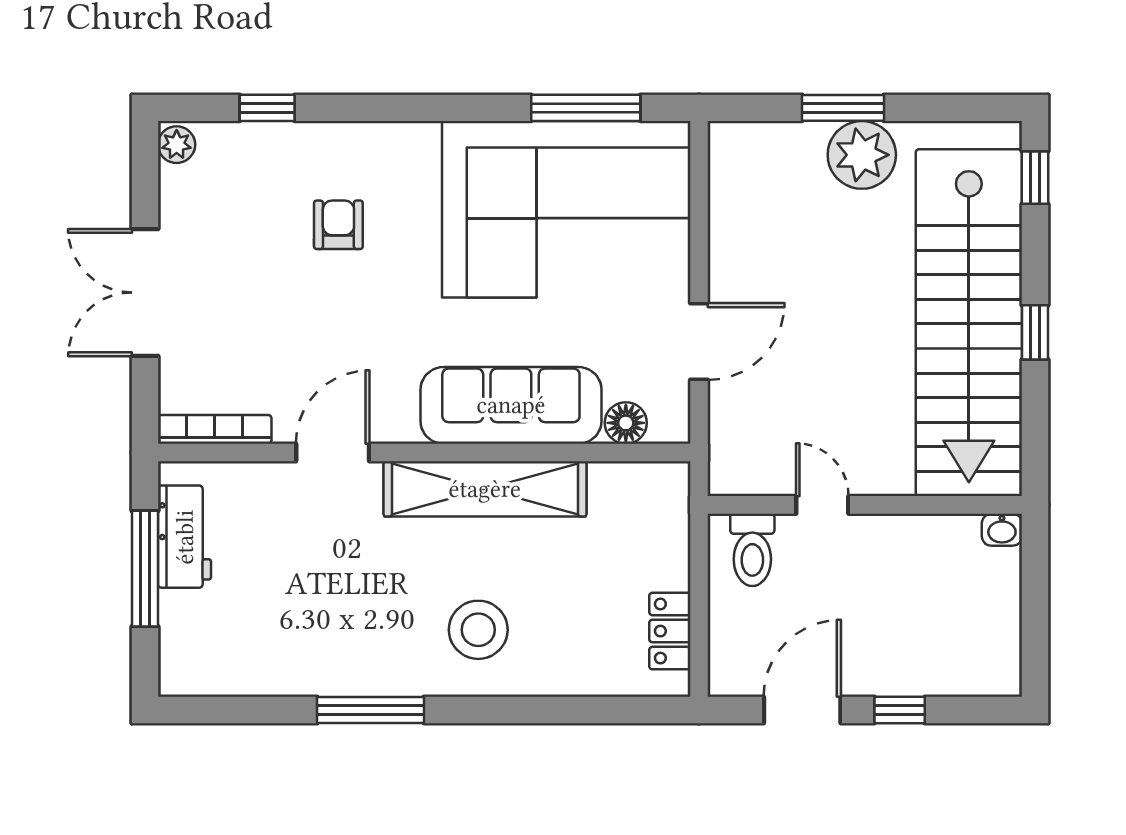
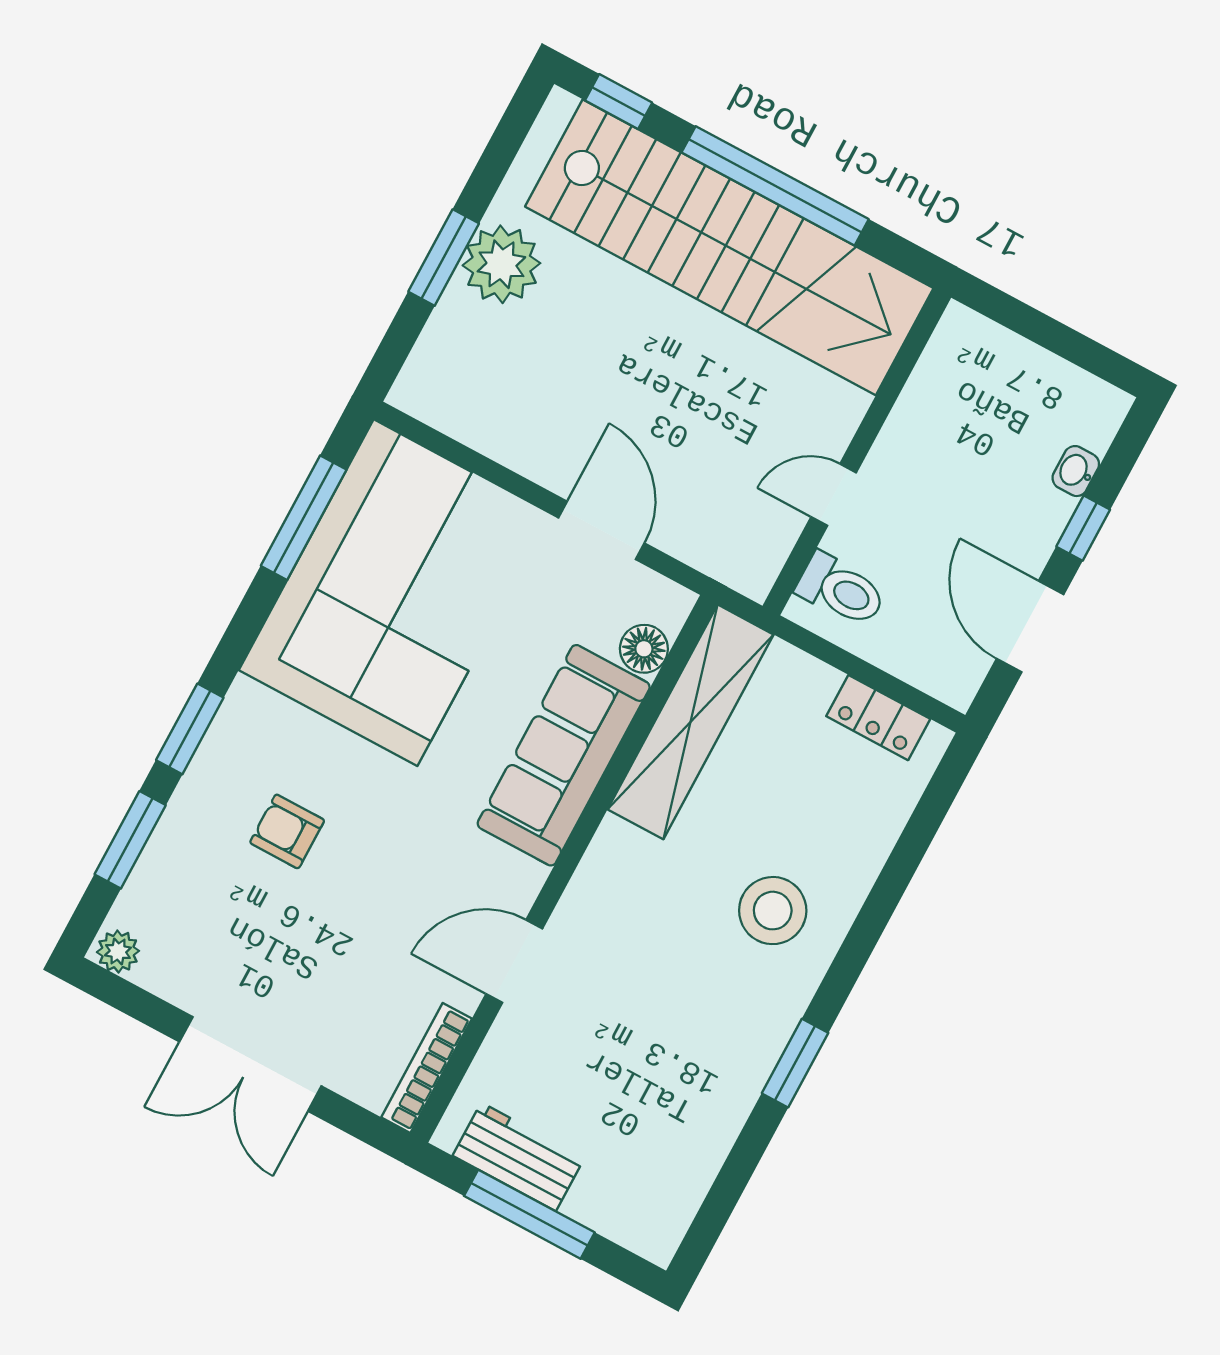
window: (267, 108) -> (130, 840), width x1.50
window: (377, 108) -> (190, 729), added
window: (1035, 332) -> (775, 186), width x3.17
door: (333, 453) -> (514, 961), hinge flipped
shelving: (485, 489) -> (691, 722), moved
washbasin: (1002, 530) -> (1076, 471), moved, turned 180
window: (371, 710) -> (795, 1063), width x0.69

